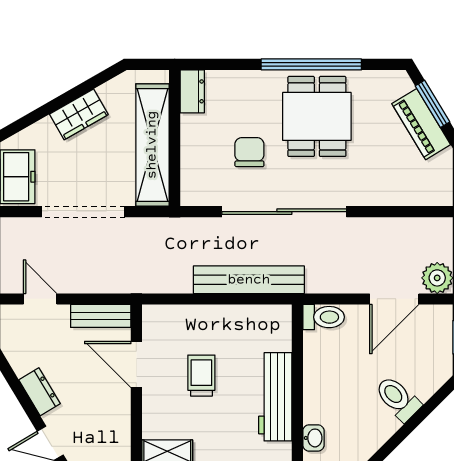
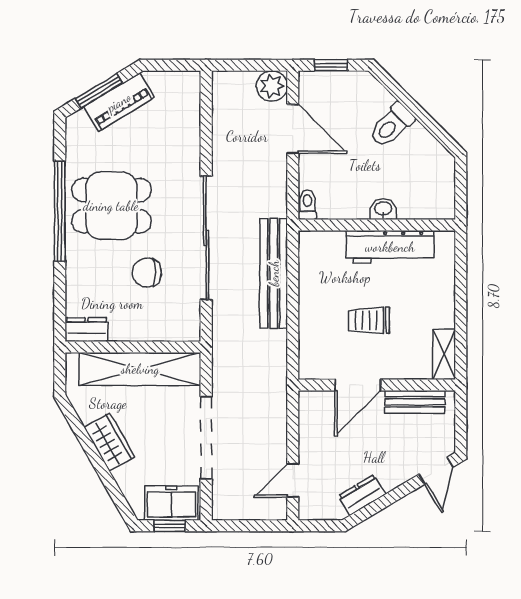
bench: (101, 316) -> (415, 402), moved, turned 90
toilet: (324, 317) -> (307, 205), width x0.73, depth x0.72
dresser: (40, 392) -> (362, 495), moved
washbasin: (313, 438) -> (383, 209), moved

